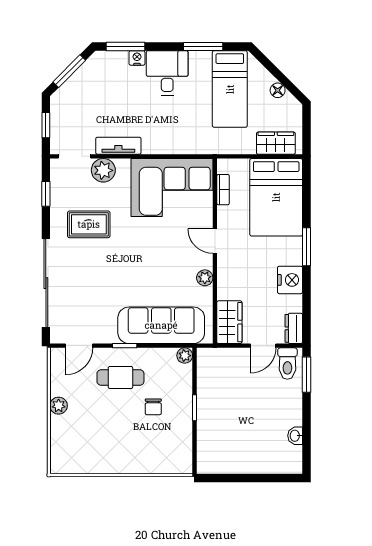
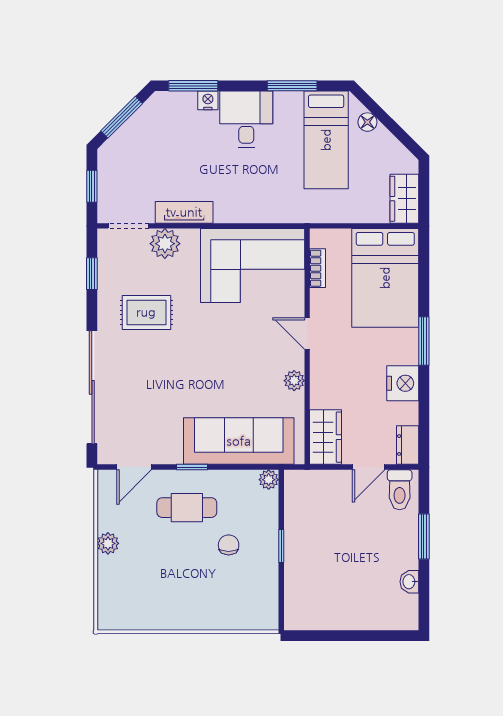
floor lamp: (278, 90) -> (367, 122), moved
wardrobe: (276, 143) -> (404, 199), moved, turned -90
window: (306, 375) -> (424, 536), moved
chair: (153, 407) -> (229, 545), turned 180

